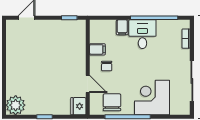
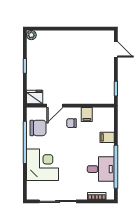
desk: (142, 34) -> (101, 169), moved
plant: (16, 105) -> (31, 35), width x0.53, depth x0.53

